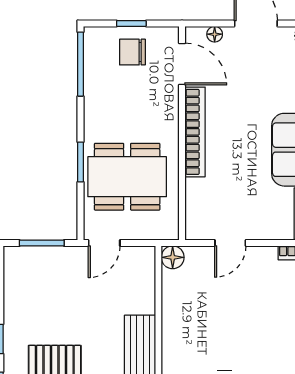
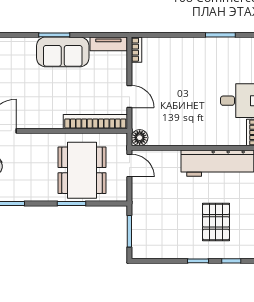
bookcase: (195, 132) -> (95, 122), moved
door: (104, 243) -> (129, 166), moved

